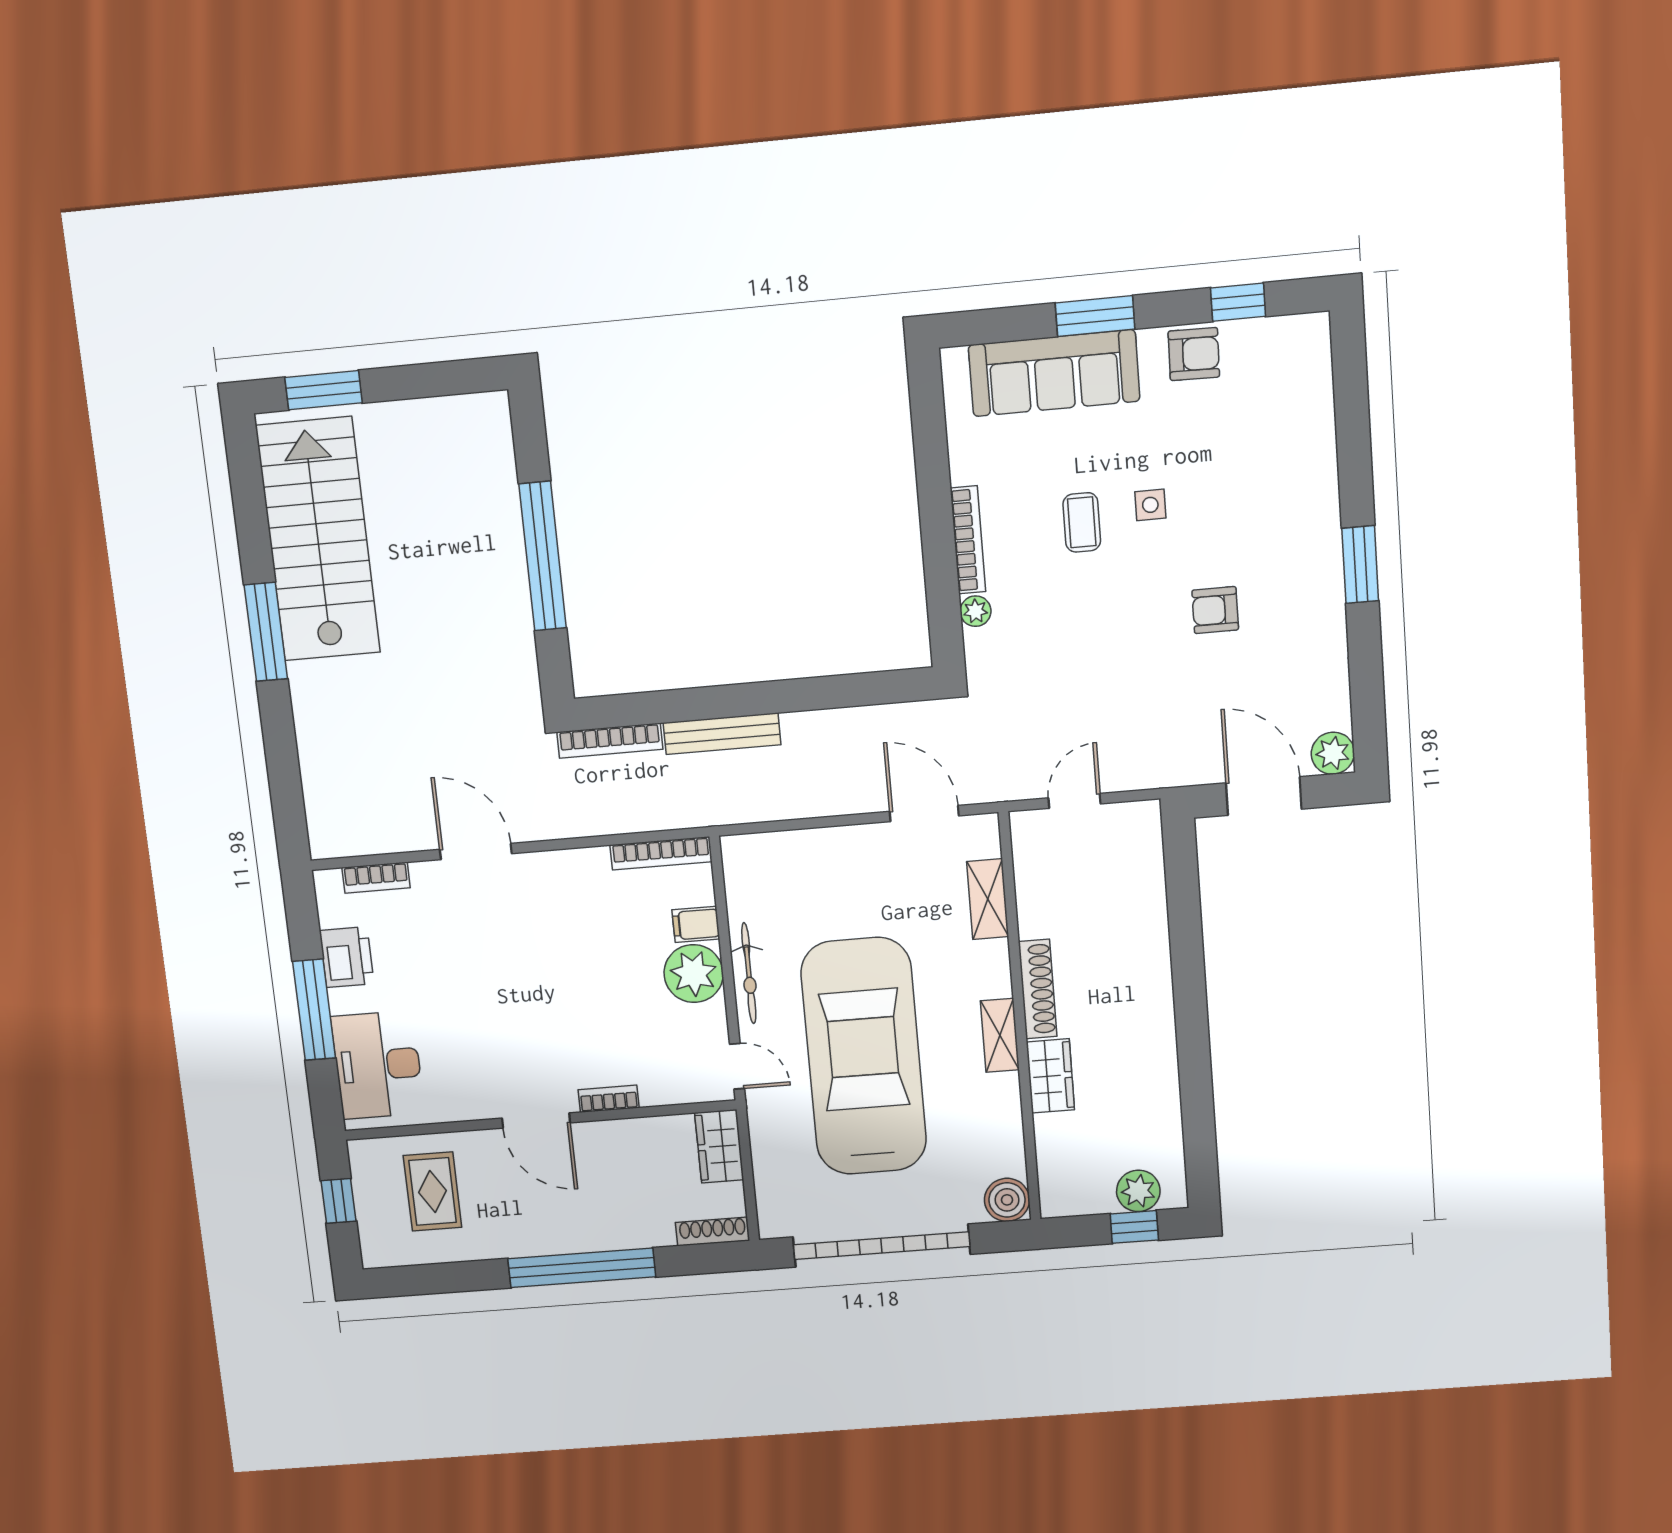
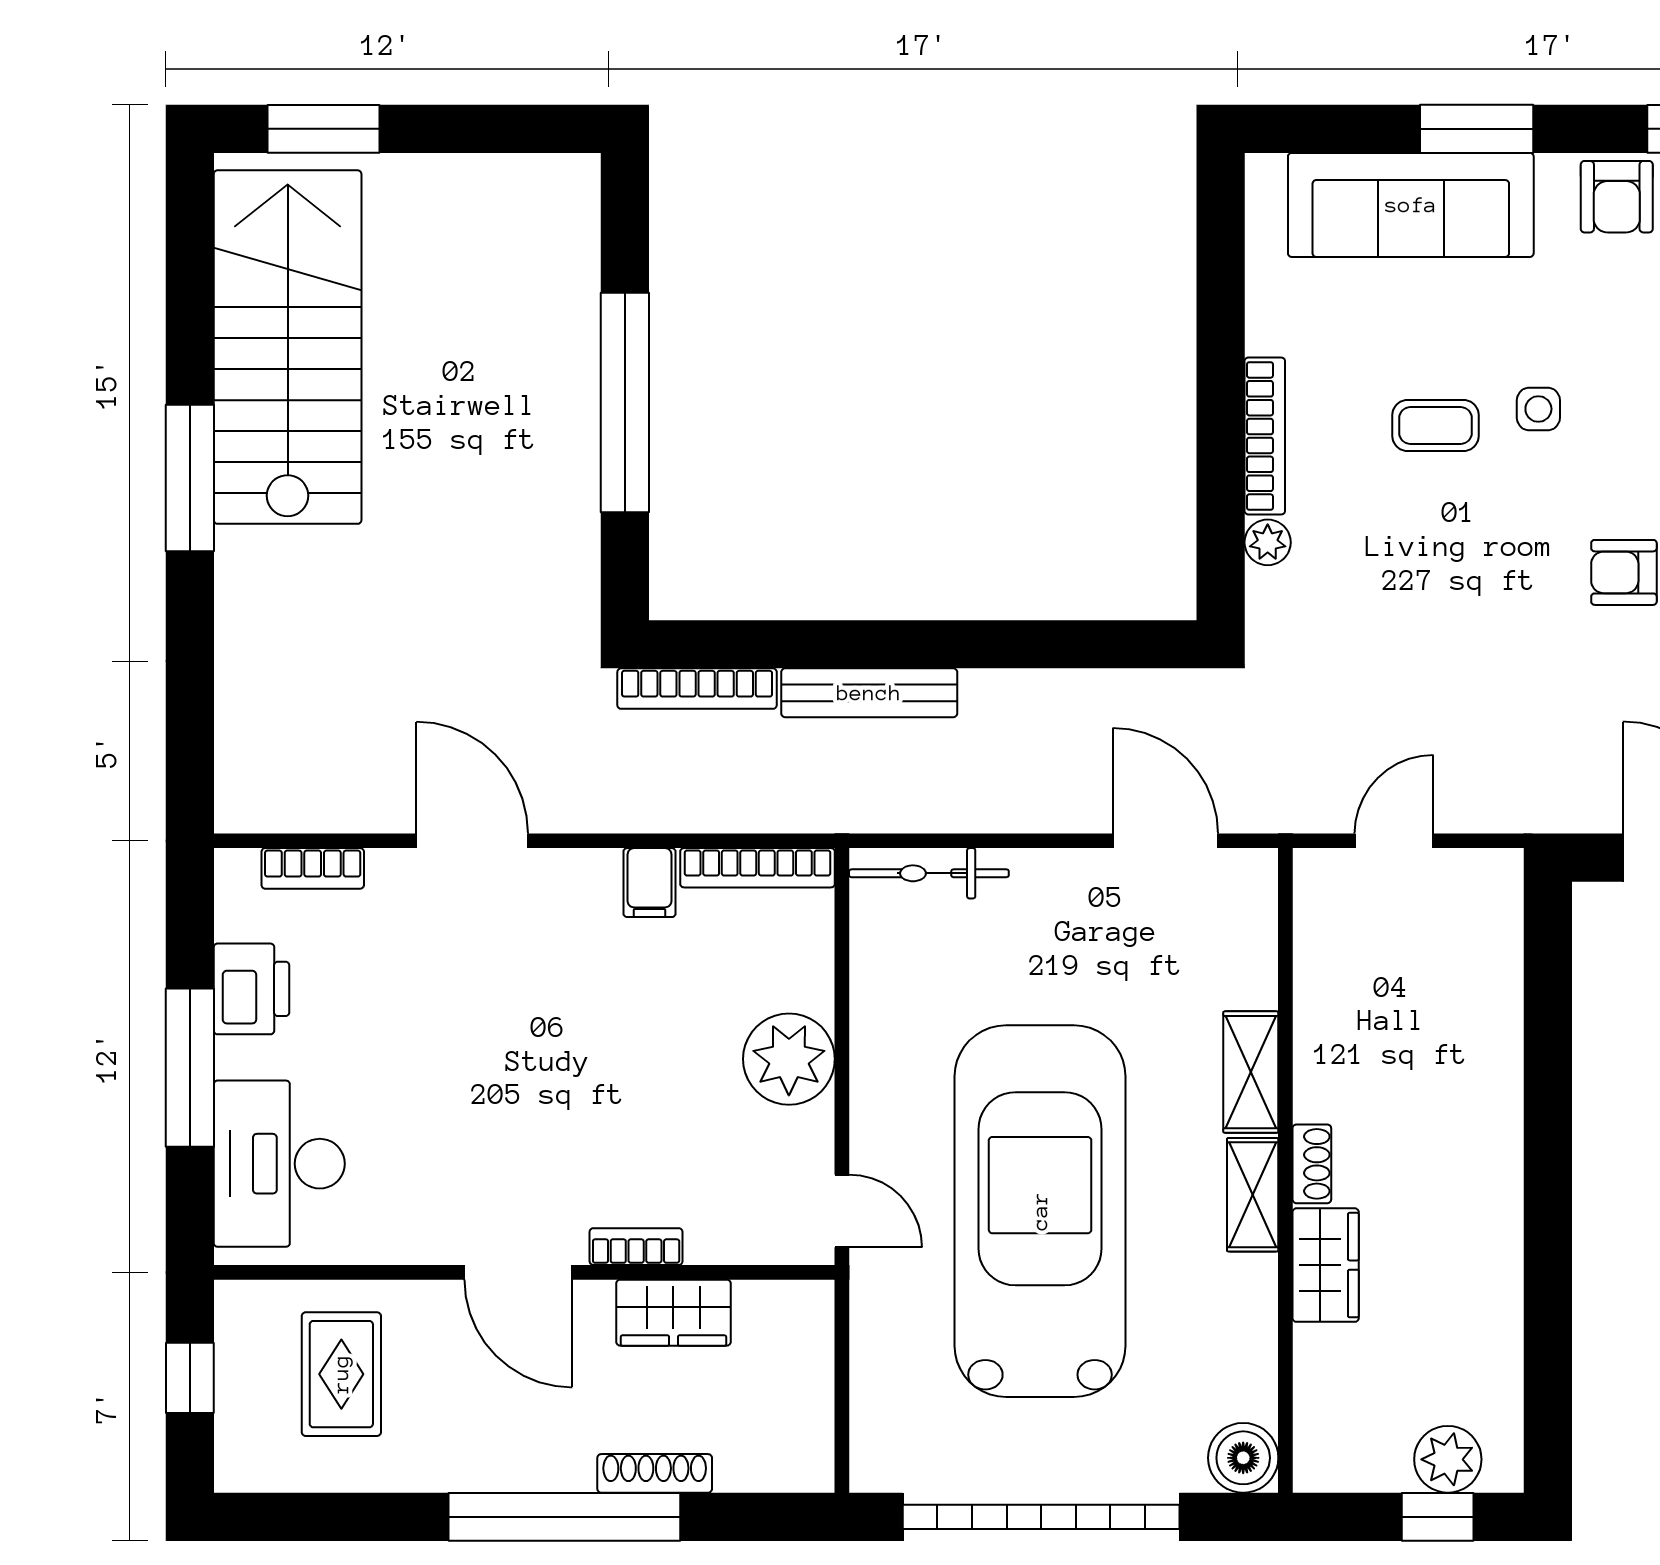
armchair: (1194, 354) -> (1617, 197), turned 89
coffee table: (1082, 522) -> (1435, 425), turned 90
shelving: (988, 899) -> (1251, 1072), moved
filing cabinet: (696, 924) -> (650, 883), moved, turned -90
bicycle: (749, 973) -> (929, 873), moved, turned 90
shoe rack: (1038, 989) -> (1312, 1164), width x0.51, depth x0.81
wardrobe: (719, 1146) -> (673, 1313), moved, turned -90
shoe rack: (713, 1231) -> (655, 1473), moved

